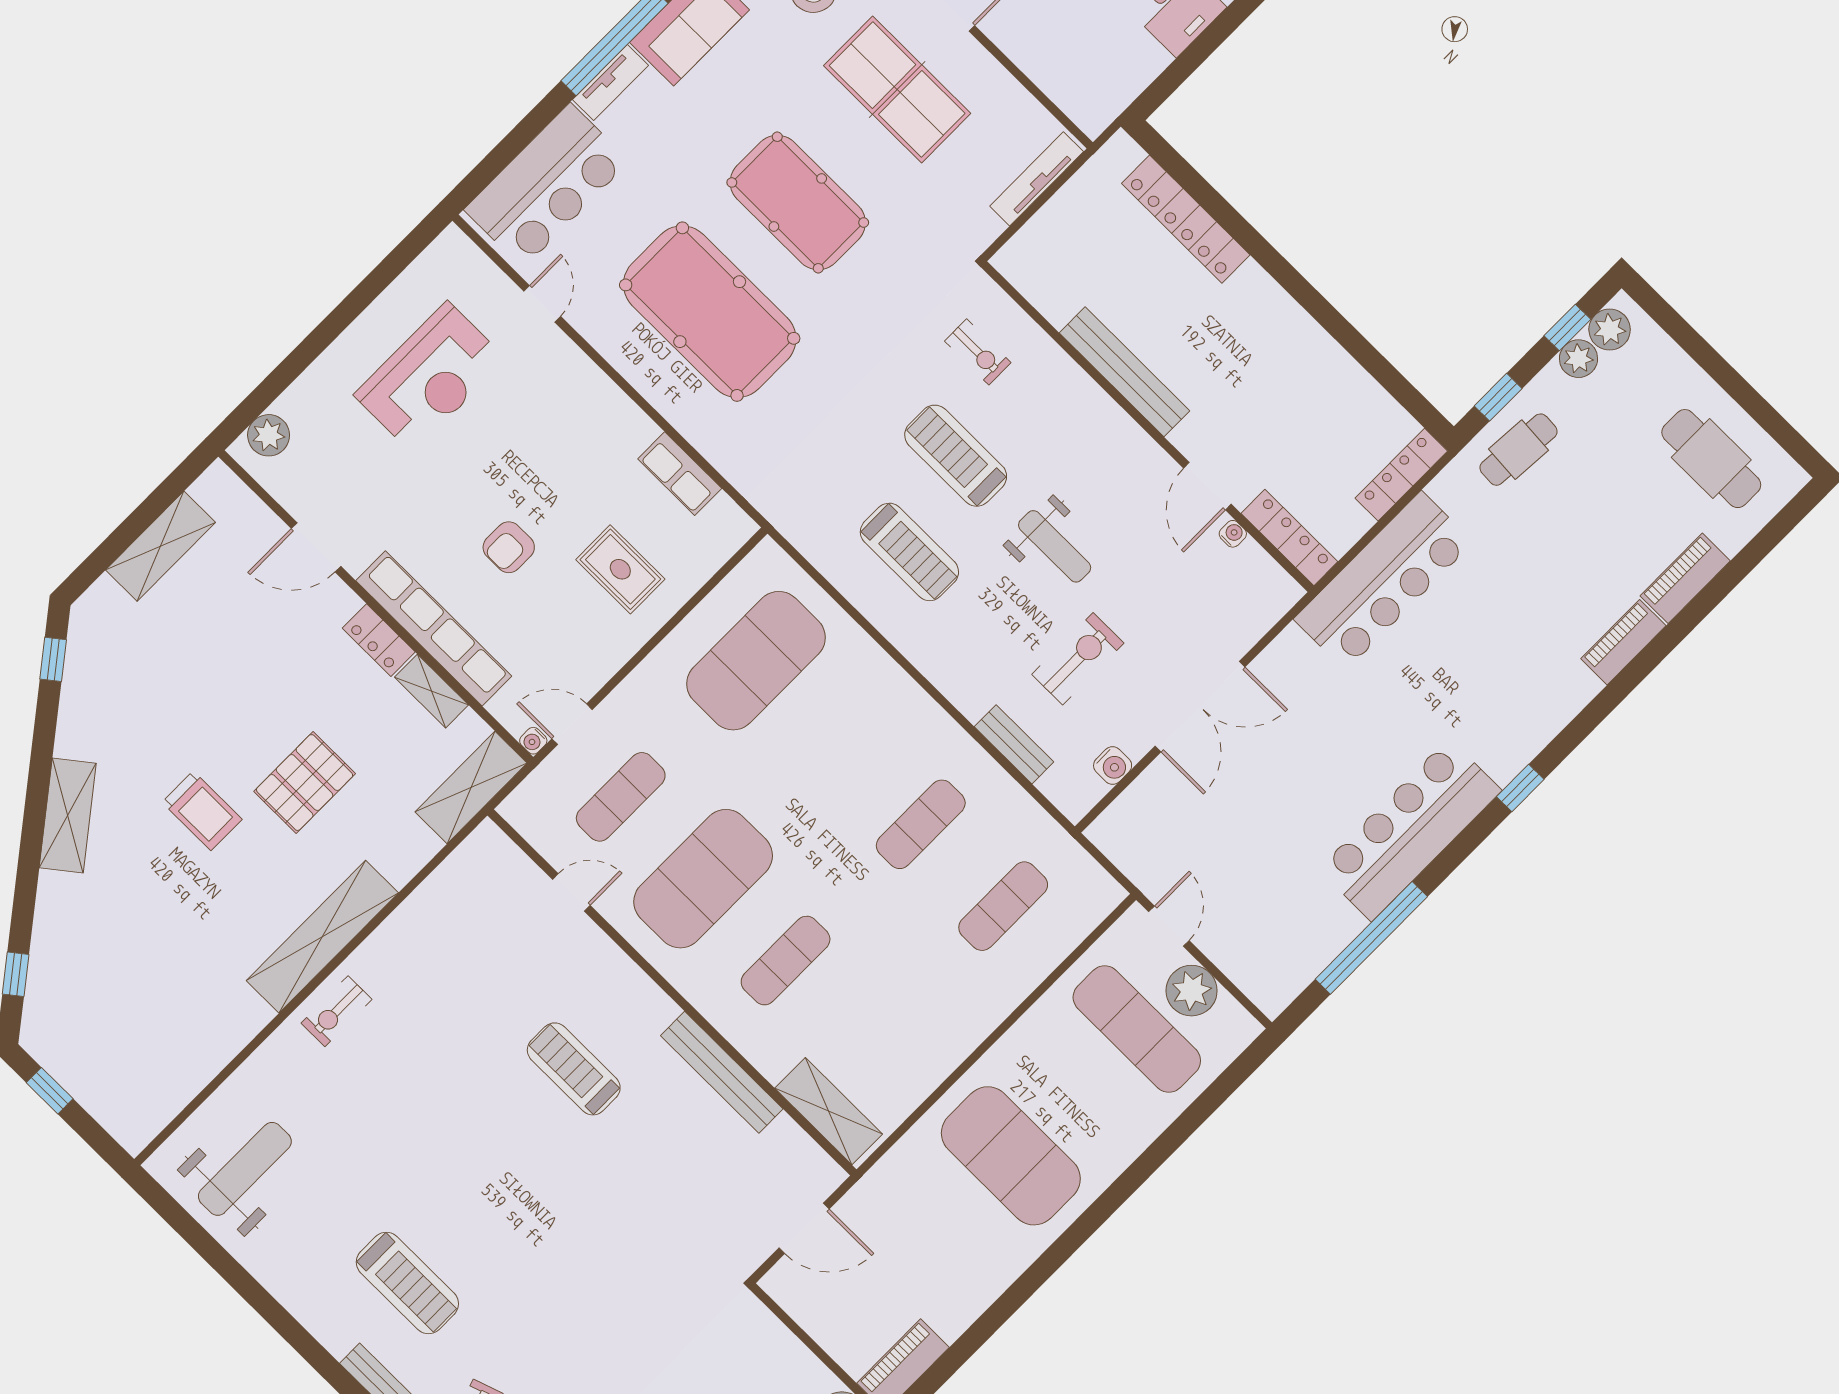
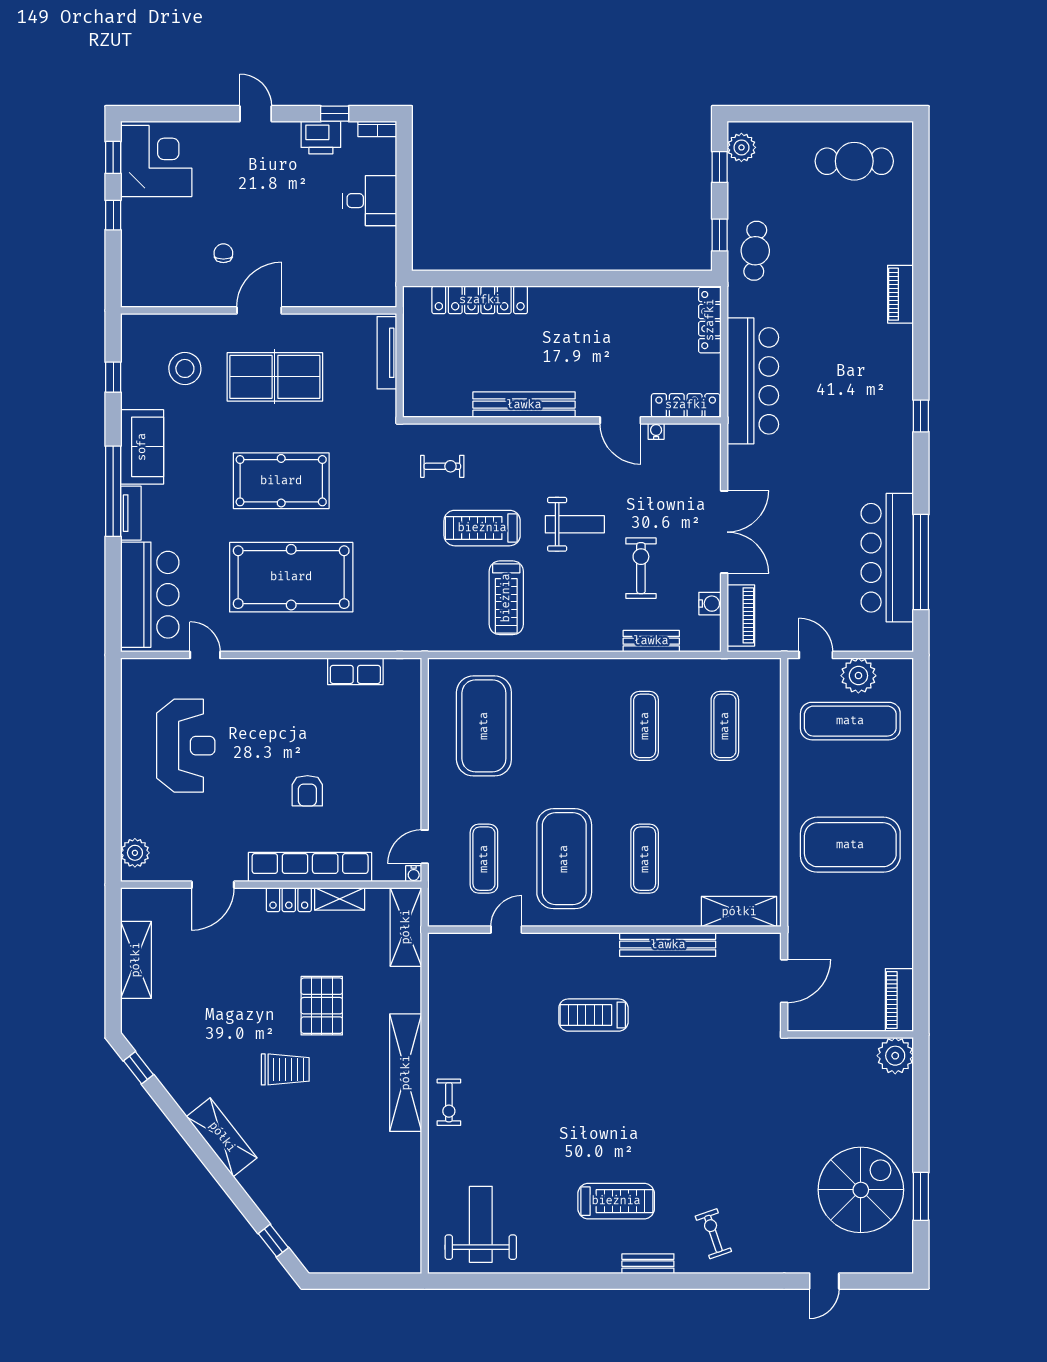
plant: (1579, 359) -> (740, 177), removed
treadmill: (909, 552) -> (506, 598), turned 90
rug: (620, 569) -> (373, 747), removed
piano: (1685, 578) -> (741, 615), moved, turned 180
bar counter: (1410, 830) -> (887, 558), moved
window: (50, 1091) -> (347, 1281), removed

